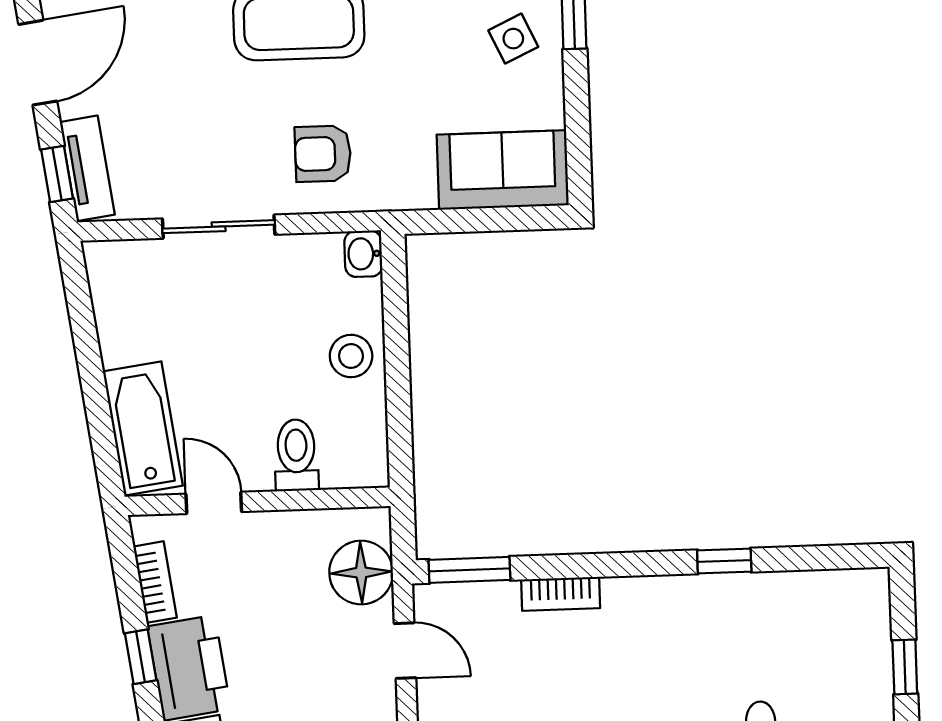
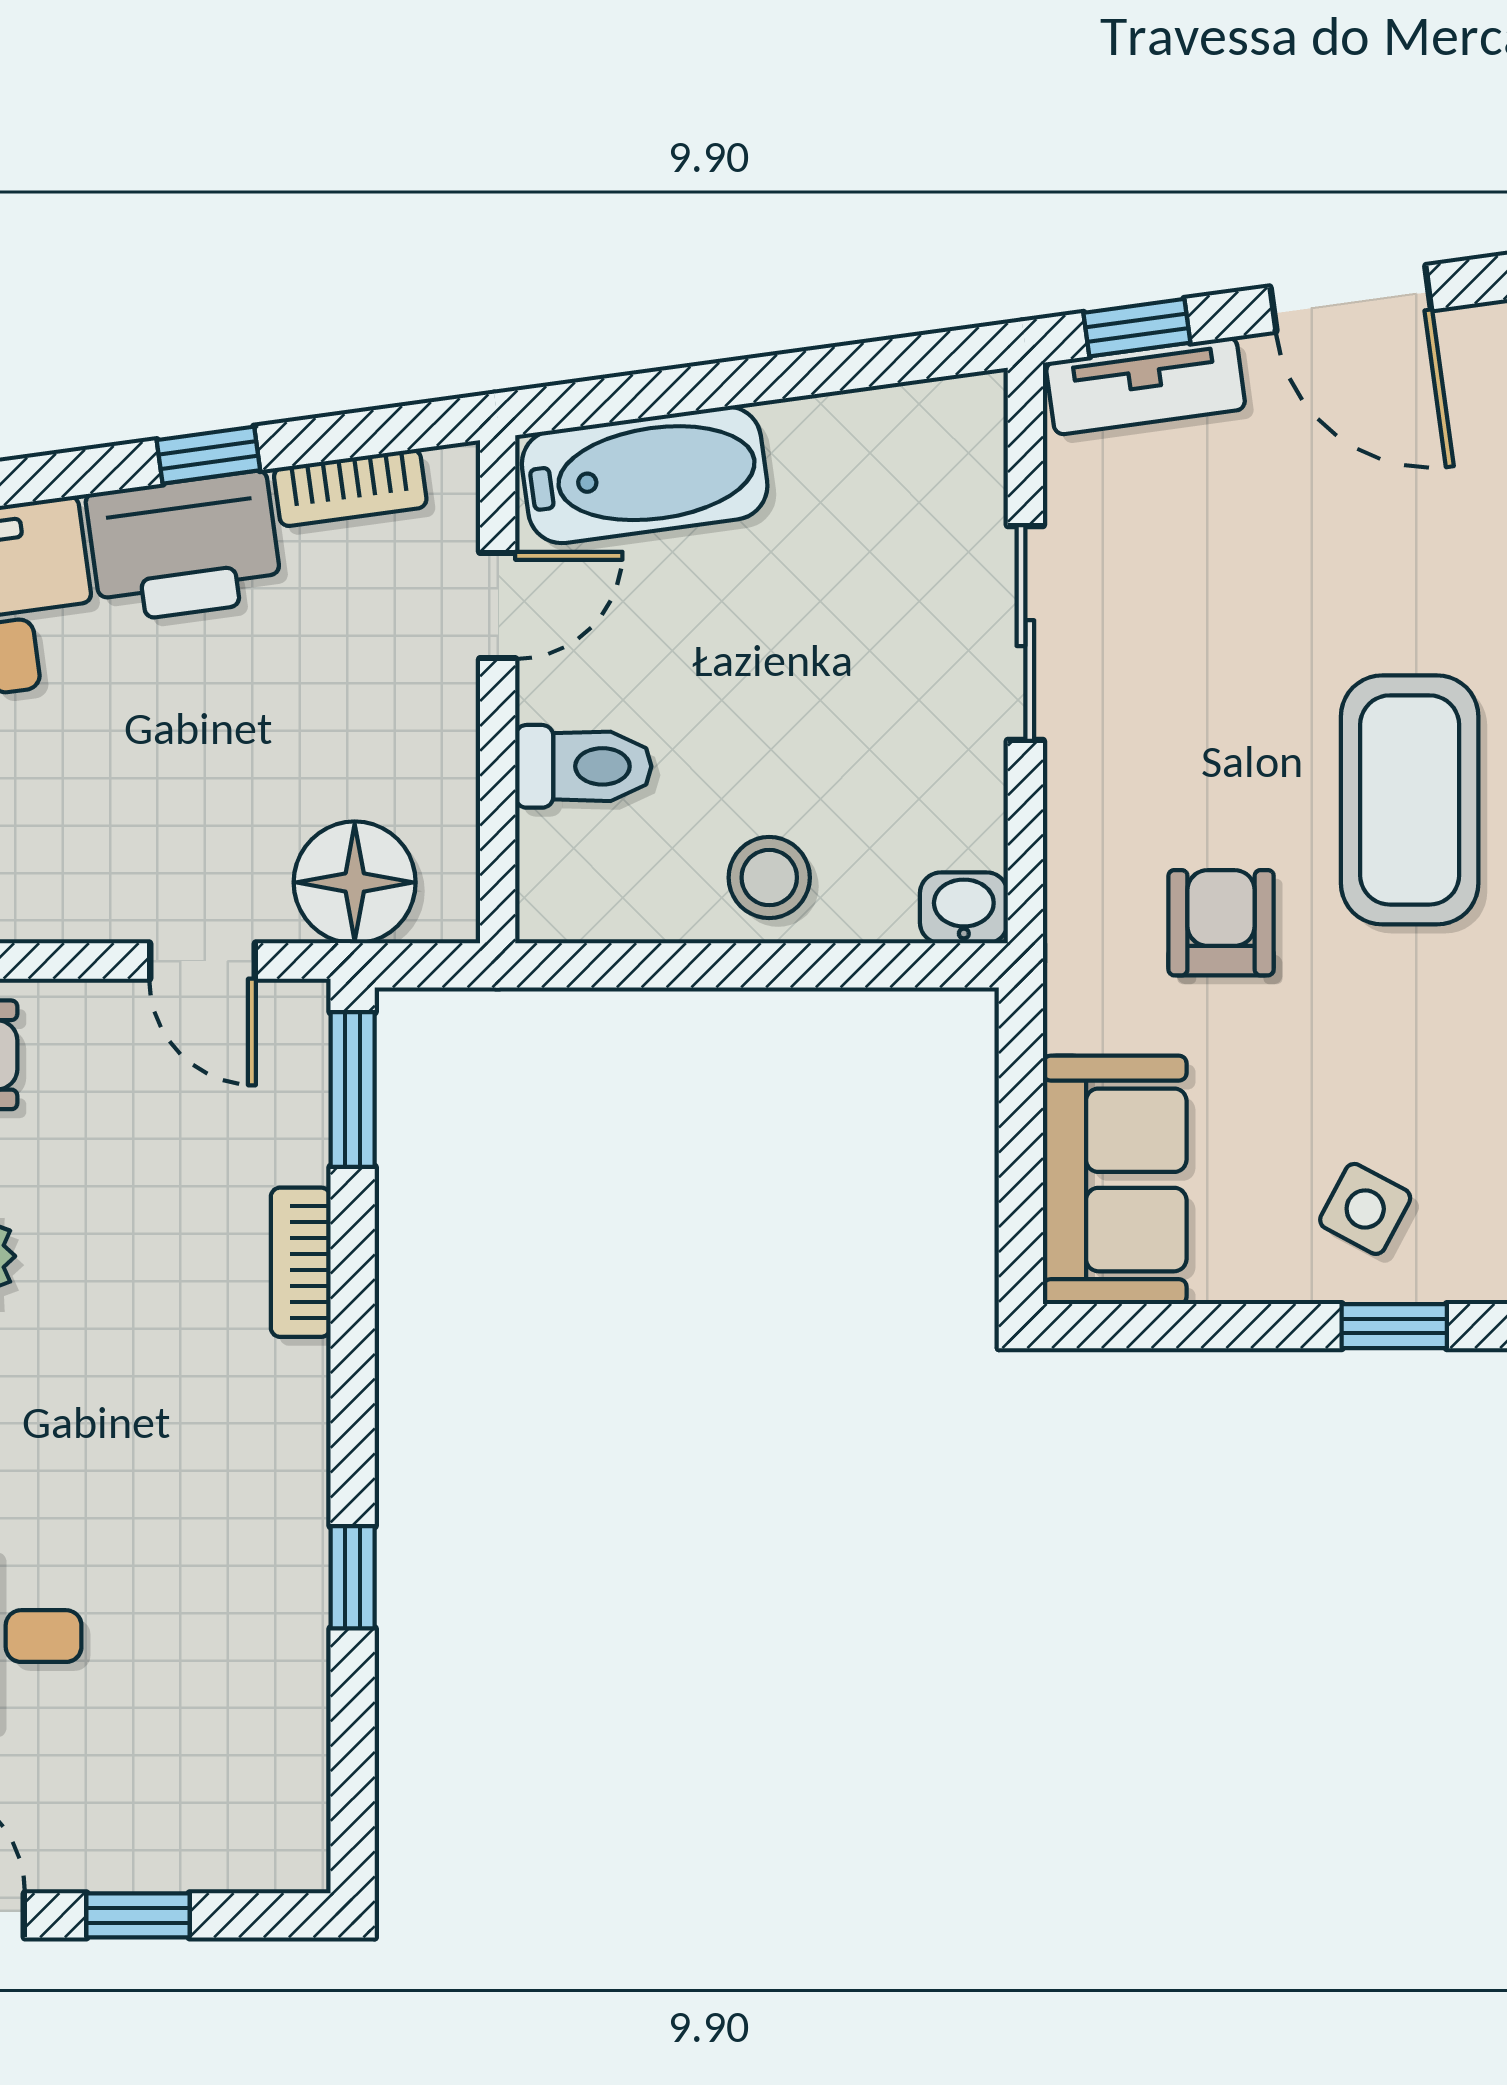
side table: (513, 39) -> (1365, 1209), turned -37
armchair: (323, 154) -> (1221, 923), moved
door: (405, 651) -> (203, 961), hinge flipped

